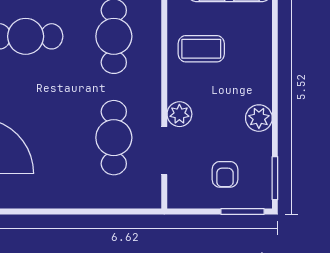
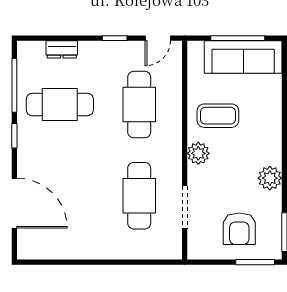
plant: (179, 114) -> (198, 153), moved
armchair: (225, 174) -> (239, 229), width x1.38, depth x1.38

